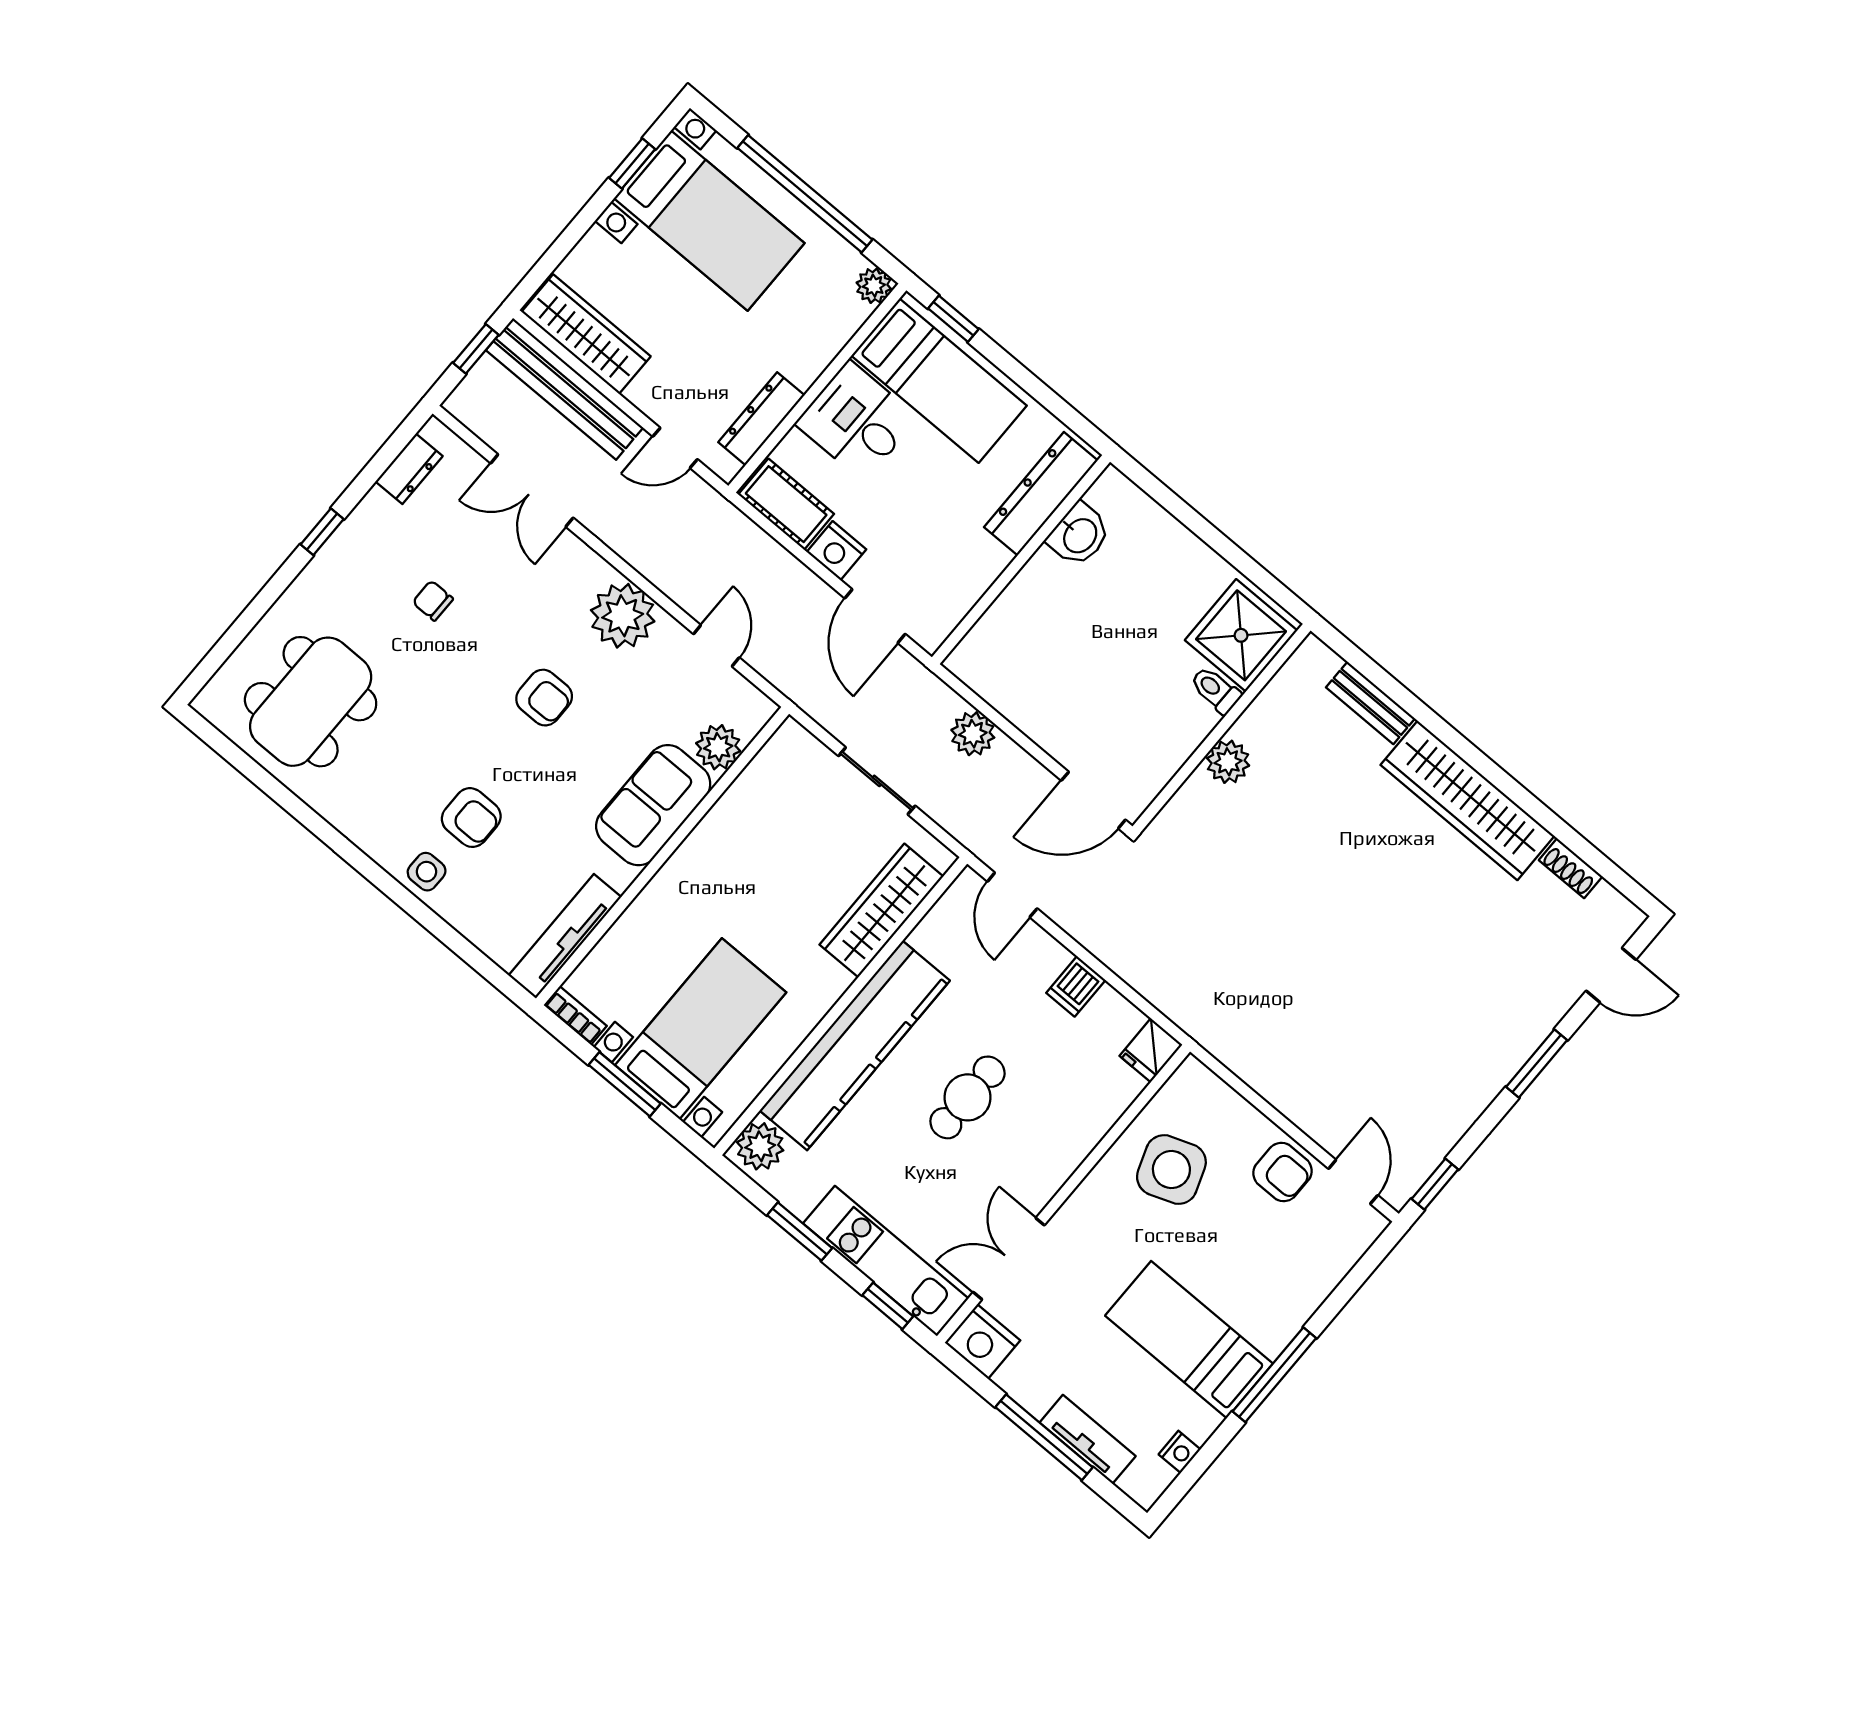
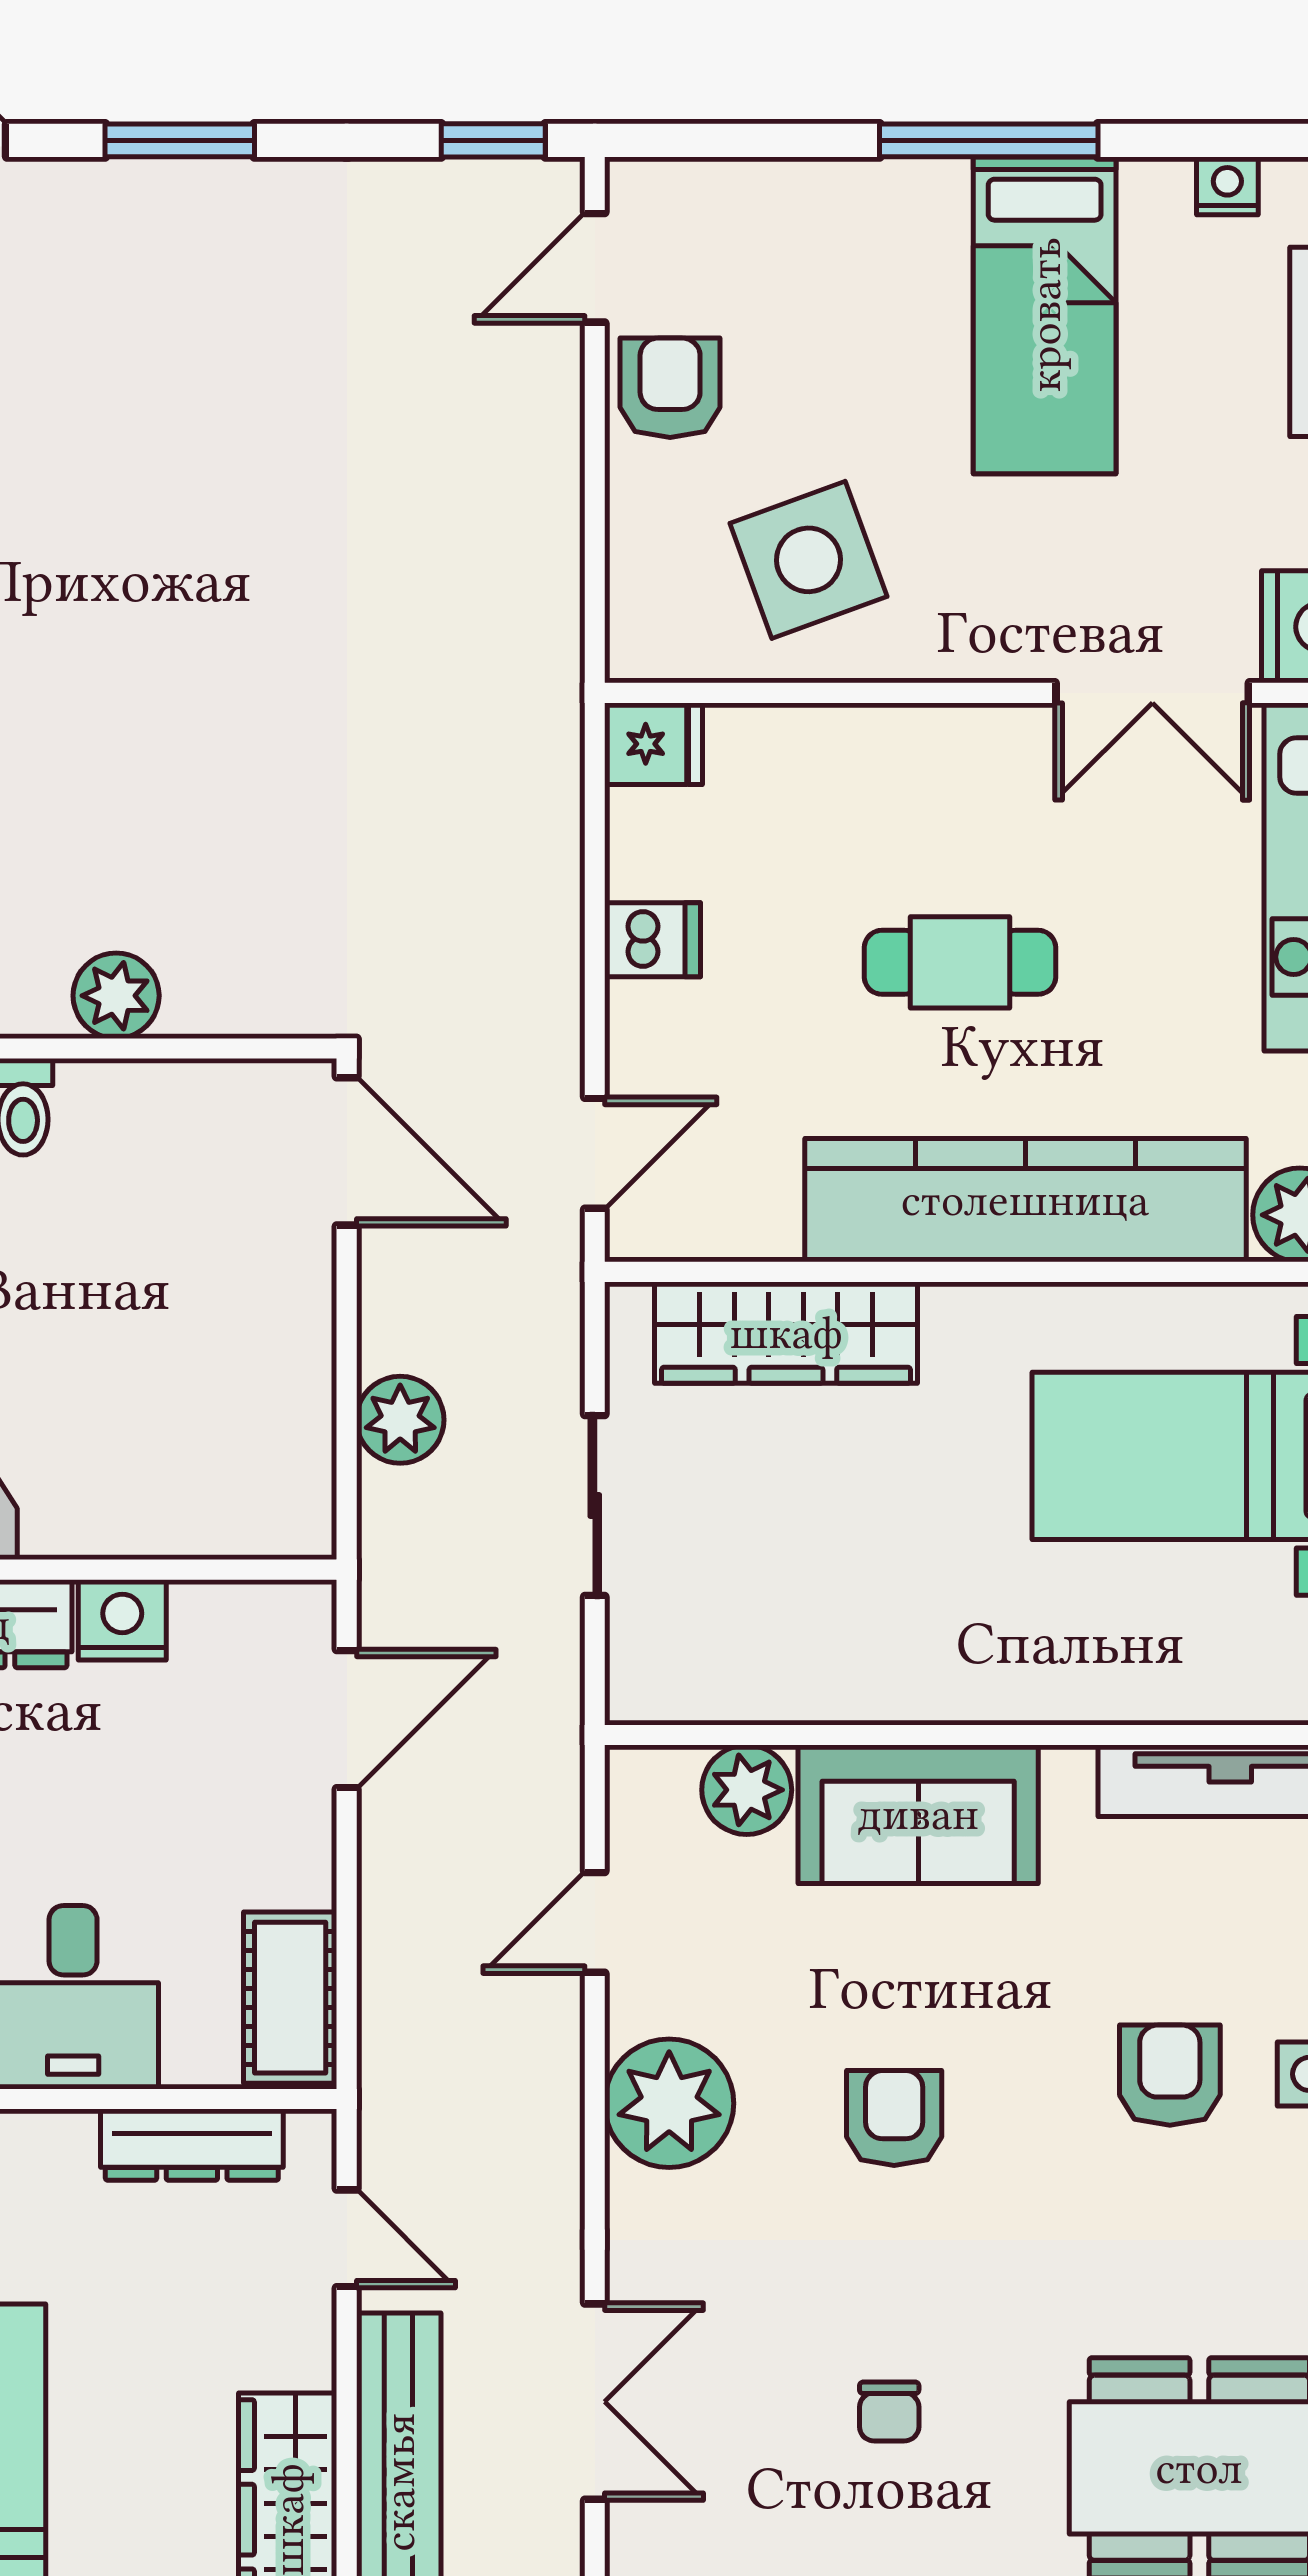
nightstand: (836, 551) -> (122, 1620), moved, turned -90

